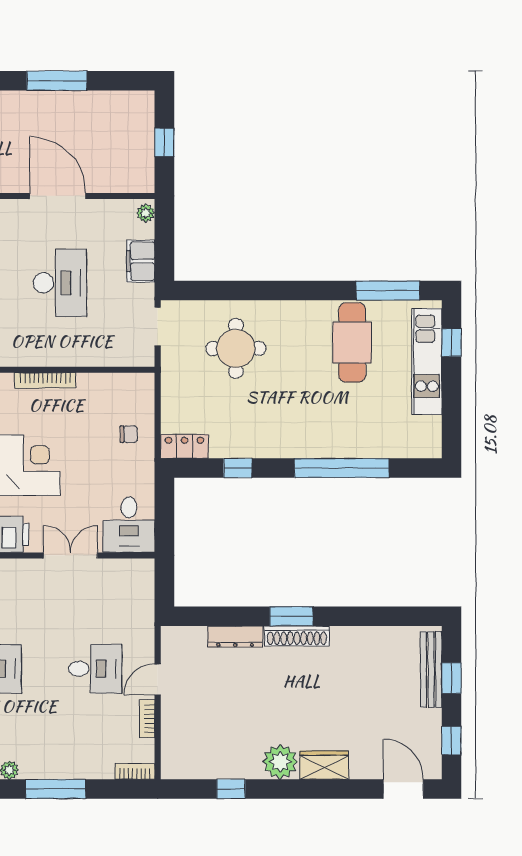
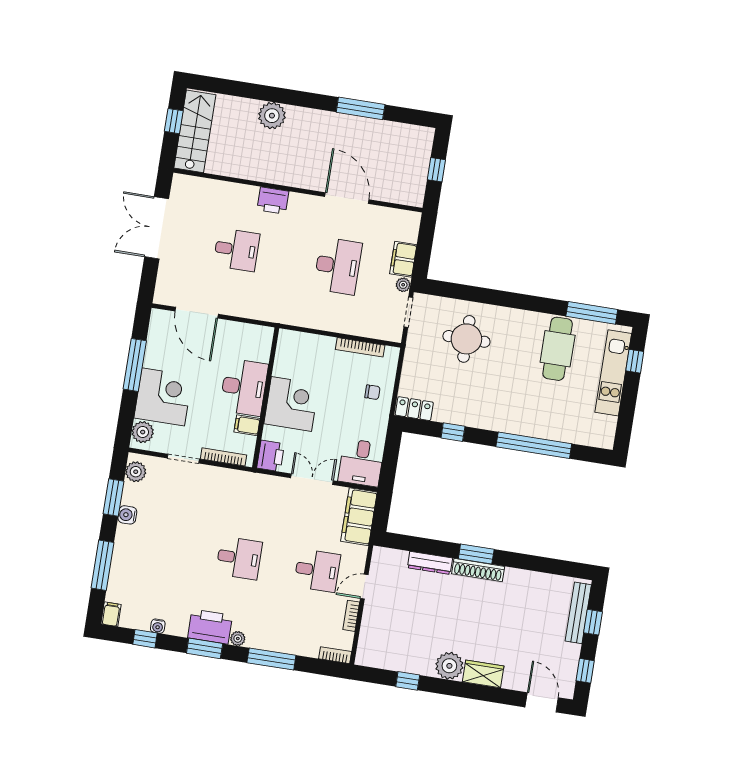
plant: (146, 213) -> (403, 285), moved
bookcase: (45, 380) -> (360, 347), moved
filing cabinet: (137, 593) -> (359, 517), added

